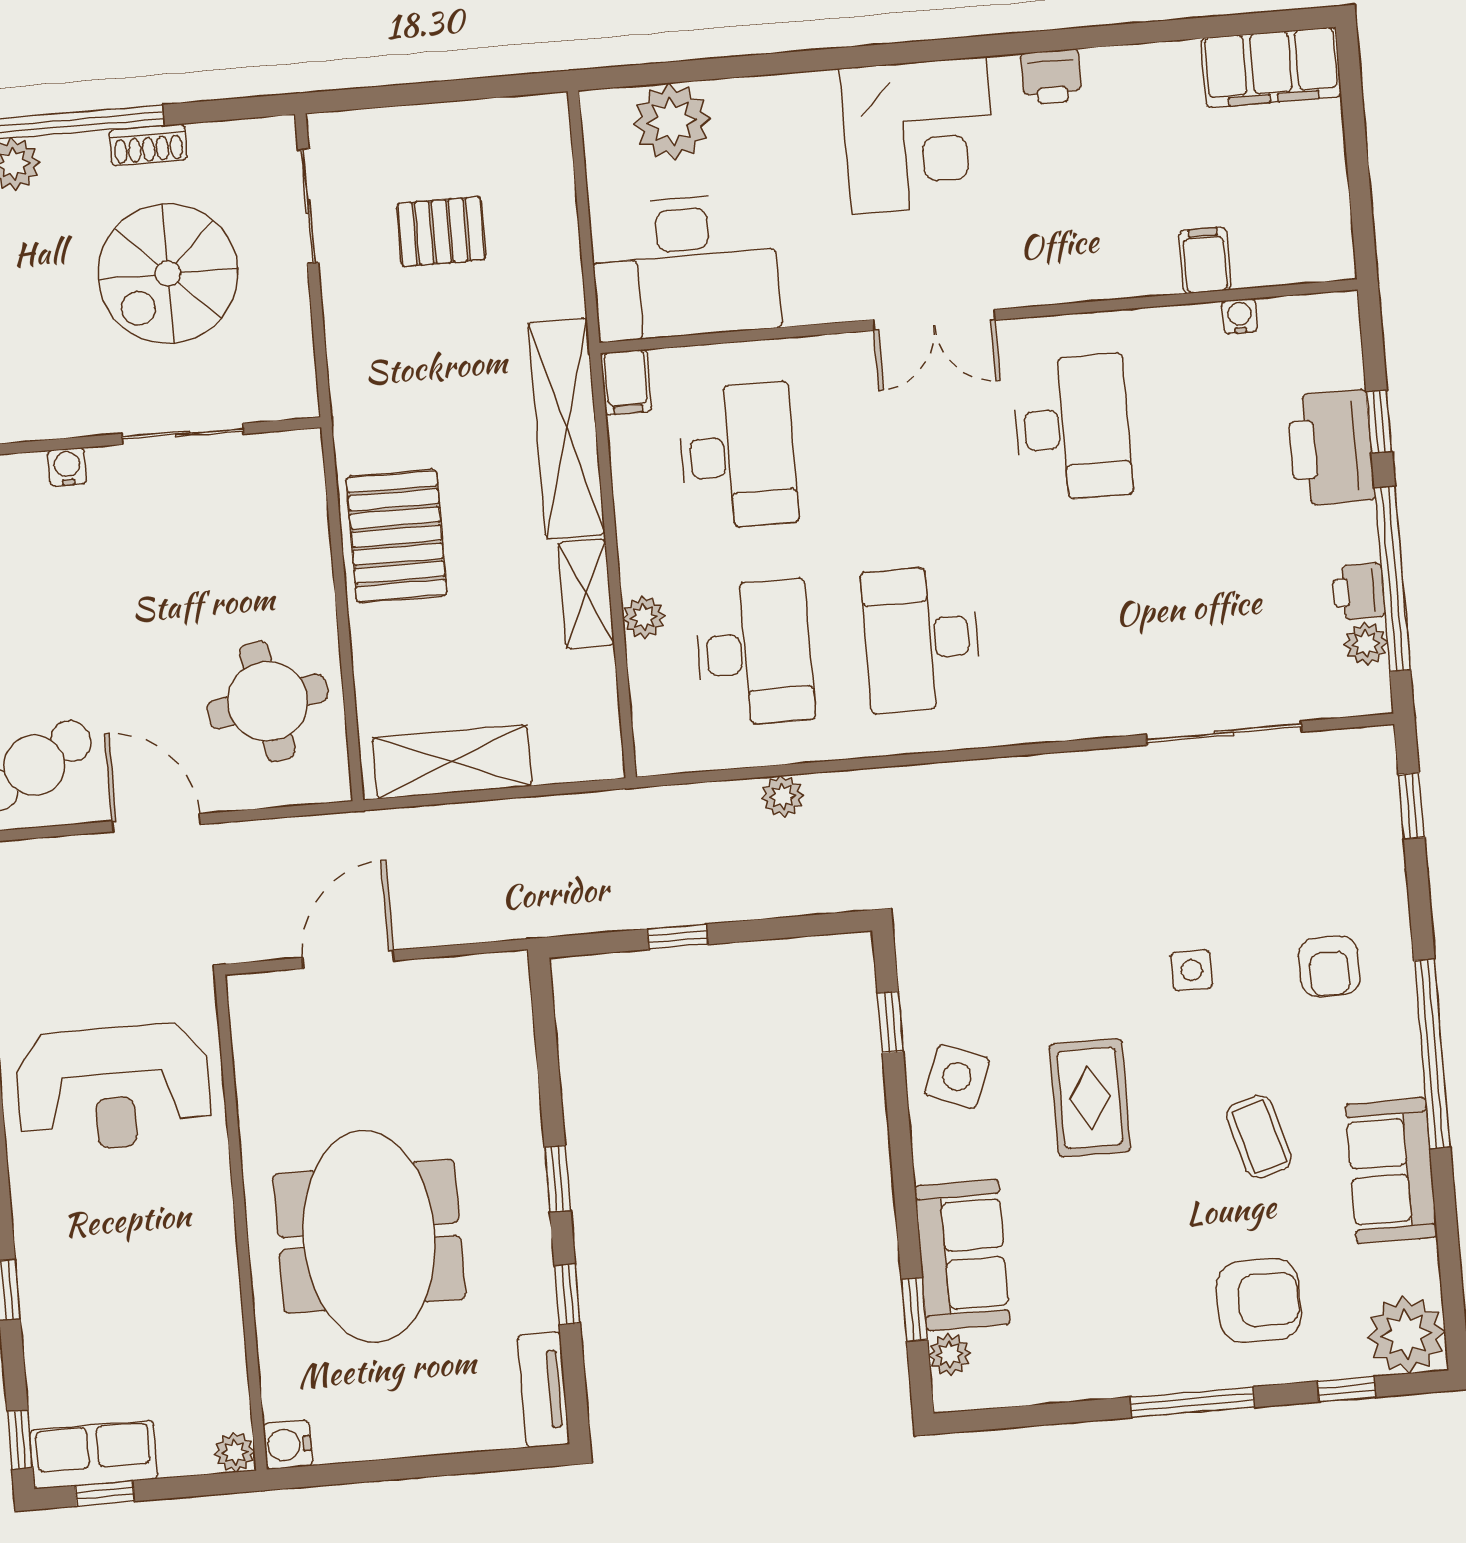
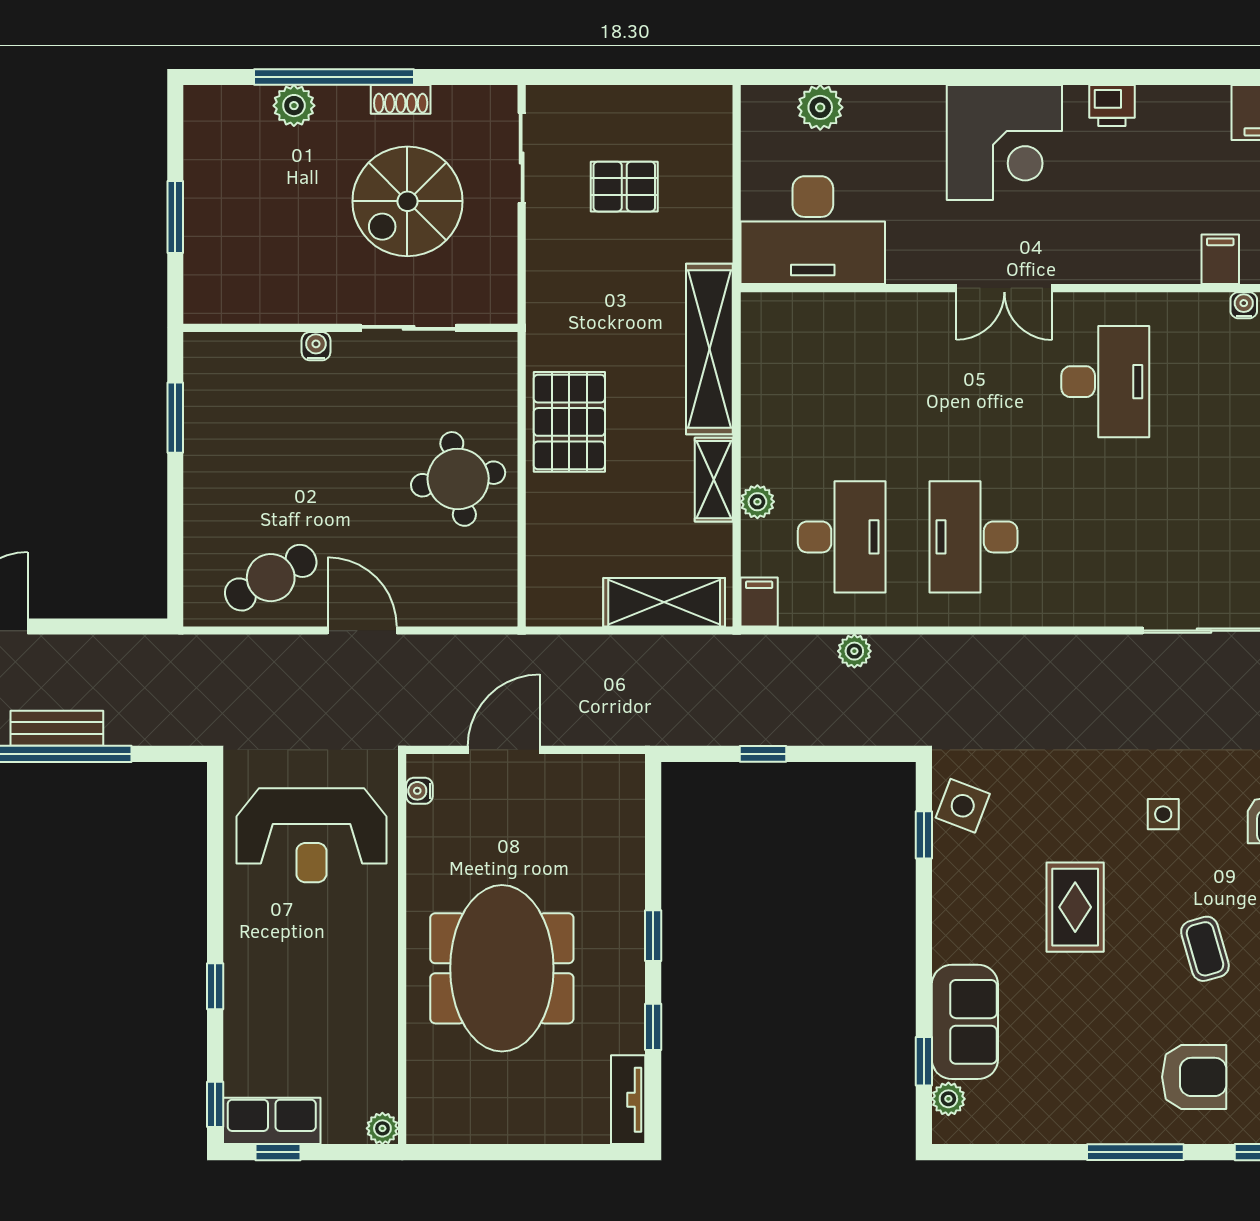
plant: (672, 122) -> (820, 107), width x0.73, depth x0.73
filing cabinet: (626, 382) -> (759, 602), moved, turned 180
desk: (738, 456) -> (842, 382), removed
round table: (267, 701) -> (458, 479), moved
shelving: (452, 762) -> (664, 602), moved
side table: (957, 1077) -> (963, 806), moved
water cooler: (288, 1445) -> (419, 791), moved, width x0.72, depth x0.72

